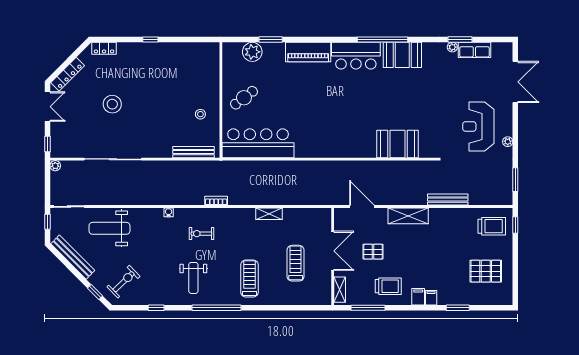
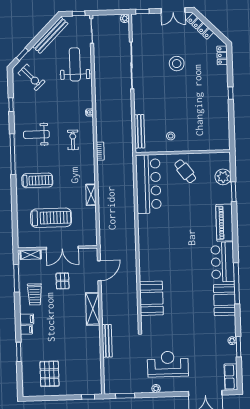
row of seats: (474, 50) -> (231, 377), moved
trolley: (492, 226) -> (86, 378), removed
treadmill: (296, 263) -> (51, 218), width x1.37, depth x1.38

